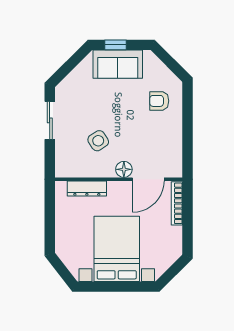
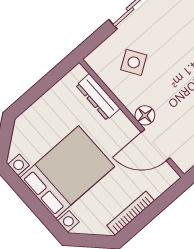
side table: (98, 141) -> (134, 62), moved
bookcase: (177, 203) -> (131, 213), moved

